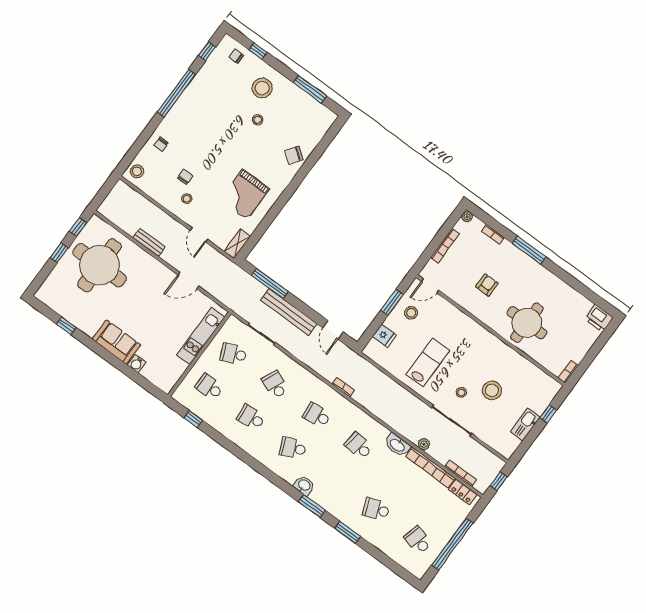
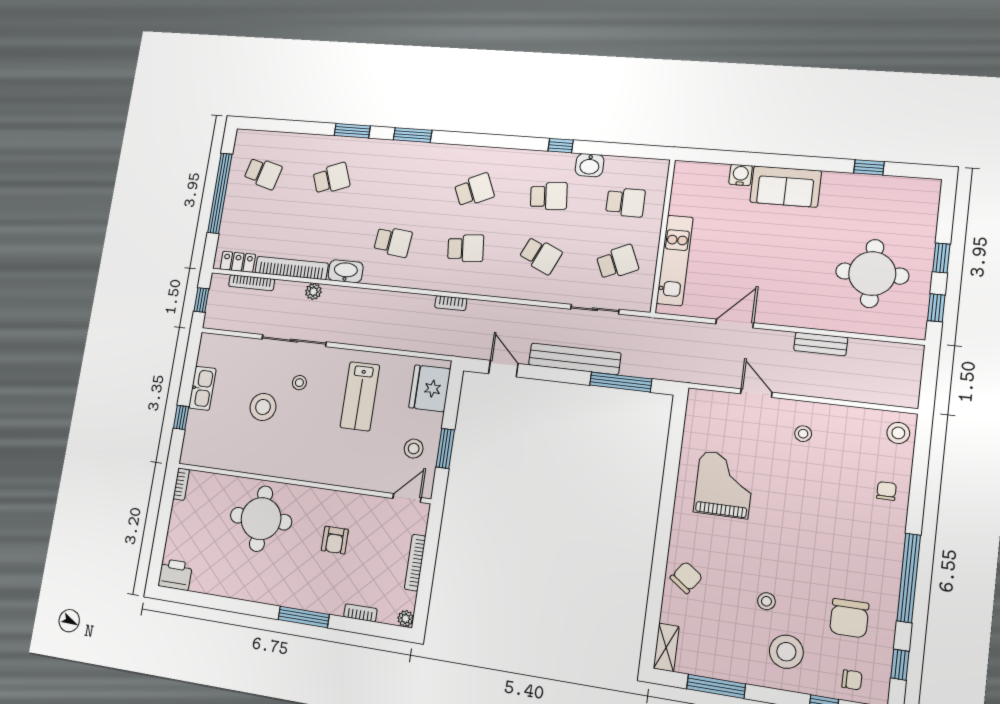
chair: (185, 177) -> (849, 618), moved, width x1.87, depth x1.87
shelving: (237, 244) -> (666, 647), moved
round table: (100, 265) -> (872, 274), width x0.73, depth x0.73
fridge: (384, 336) -> (430, 388), width x1.88, depth x1.34
window: (193, 419) -> (561, 146), moved
washbasin: (304, 485) -> (590, 165), moved

